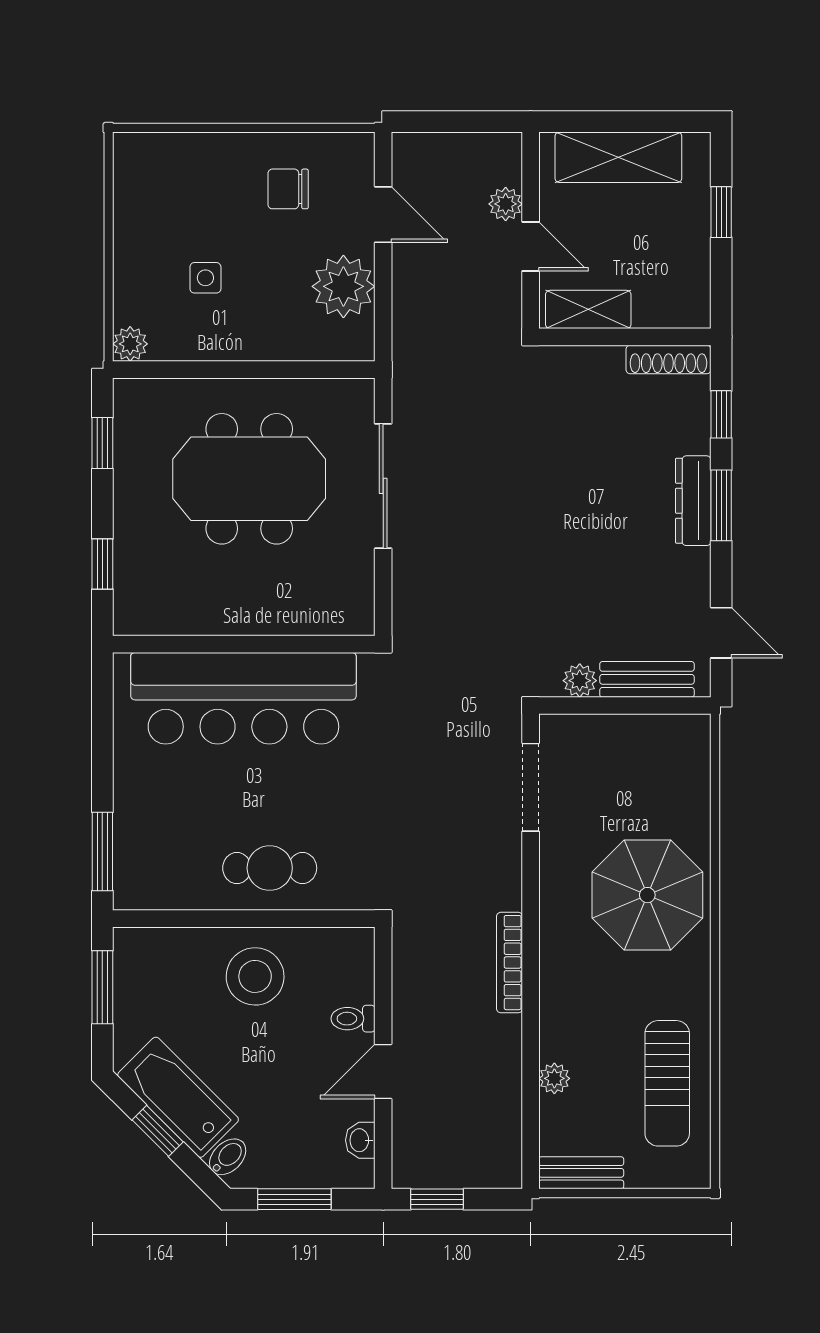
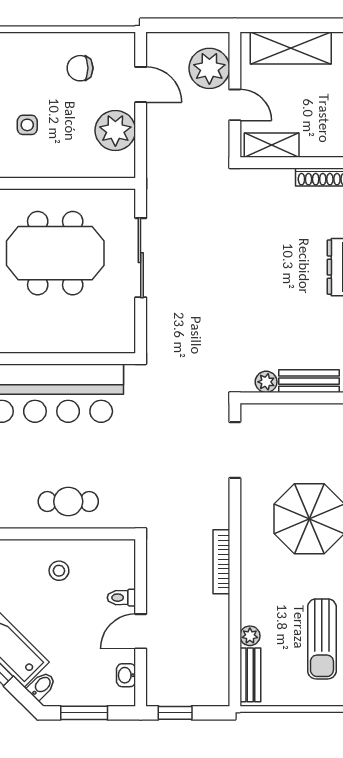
plant: (506, 204) -> (209, 68), width x1.87, depth x1.87
stool: (255, 976) -> (59, 571), width x0.53, depth x0.53
bench: (581, 1173) -> (250, 675), moved, turned 90

